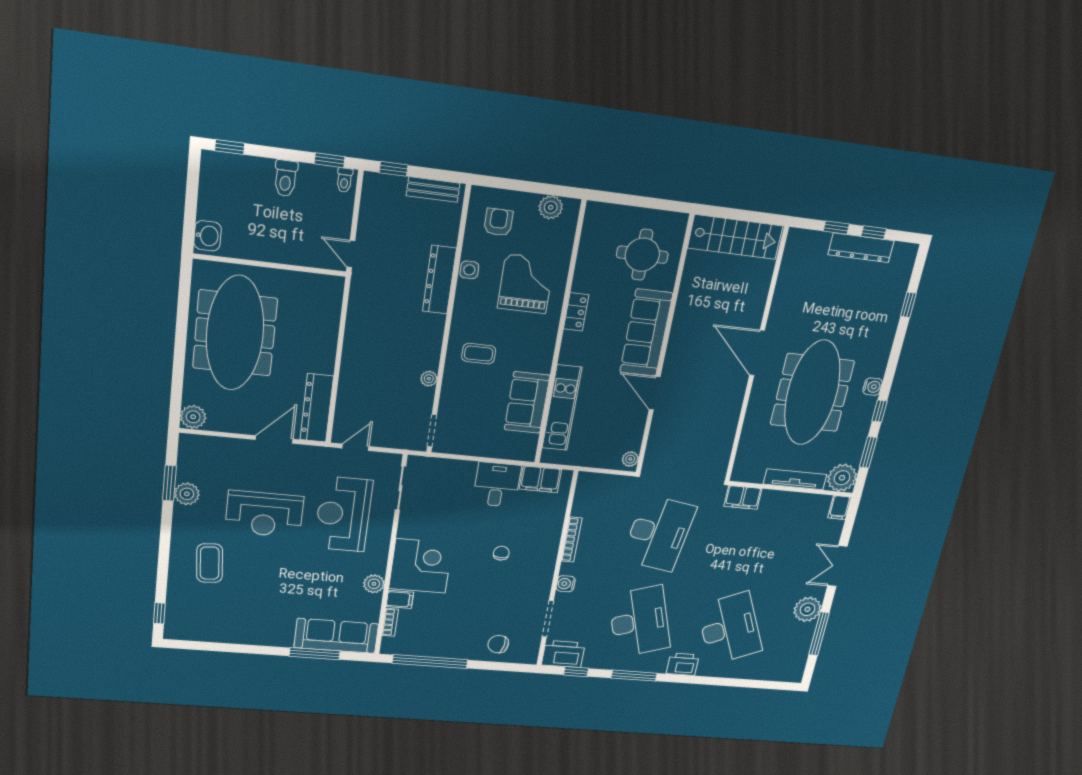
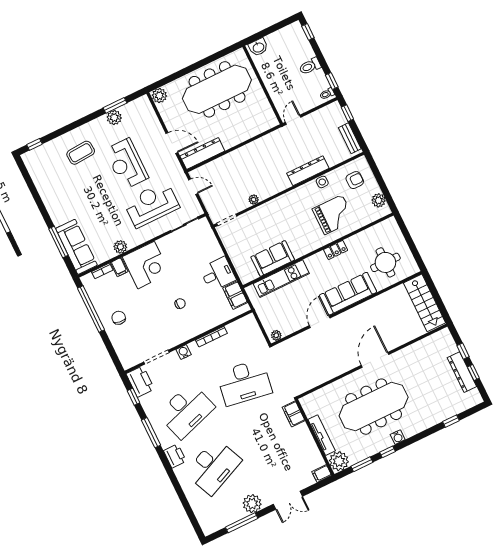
coffee table: (479, 354) -> (283, 216), removed
double door: (837, 566) -> (288, 500), swing flipped
chair: (498, 644) -> (119, 318), moved

